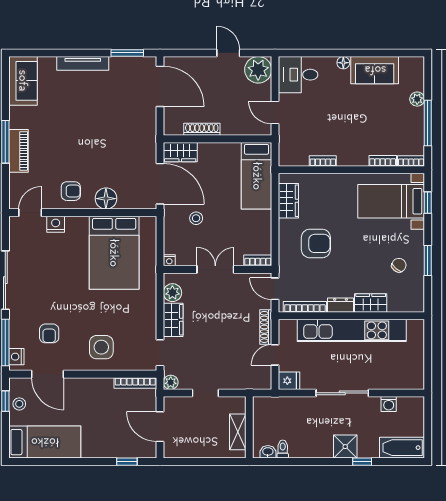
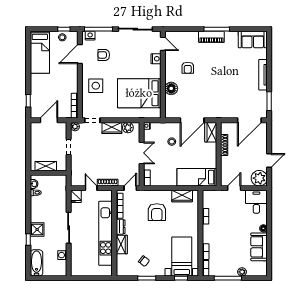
floor lamp: (106, 199) -> (171, 88), moved
door: (30, 213) -> (163, 44), moved
wall: (83, 213) -> (163, 75), moved
nightstand: (56, 224) -> (156, 59), moved
bed: (114, 253) -> (139, 93), moved

